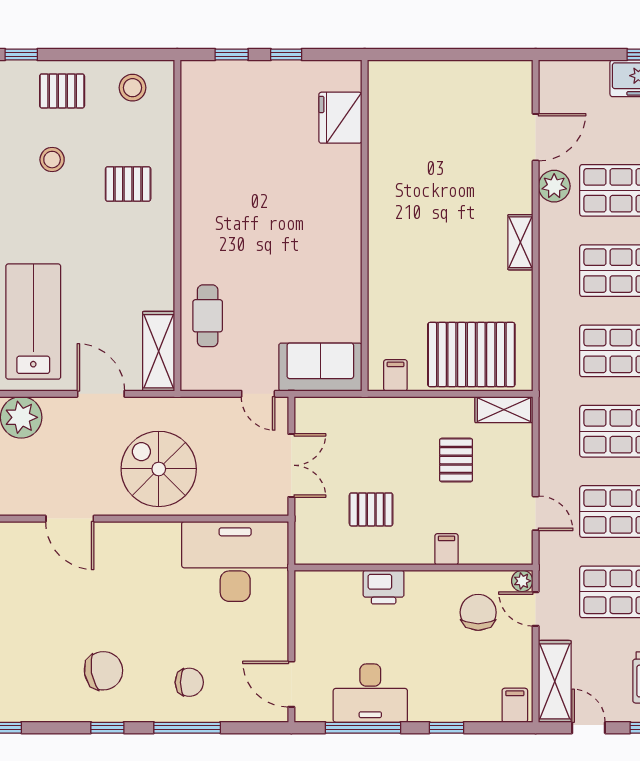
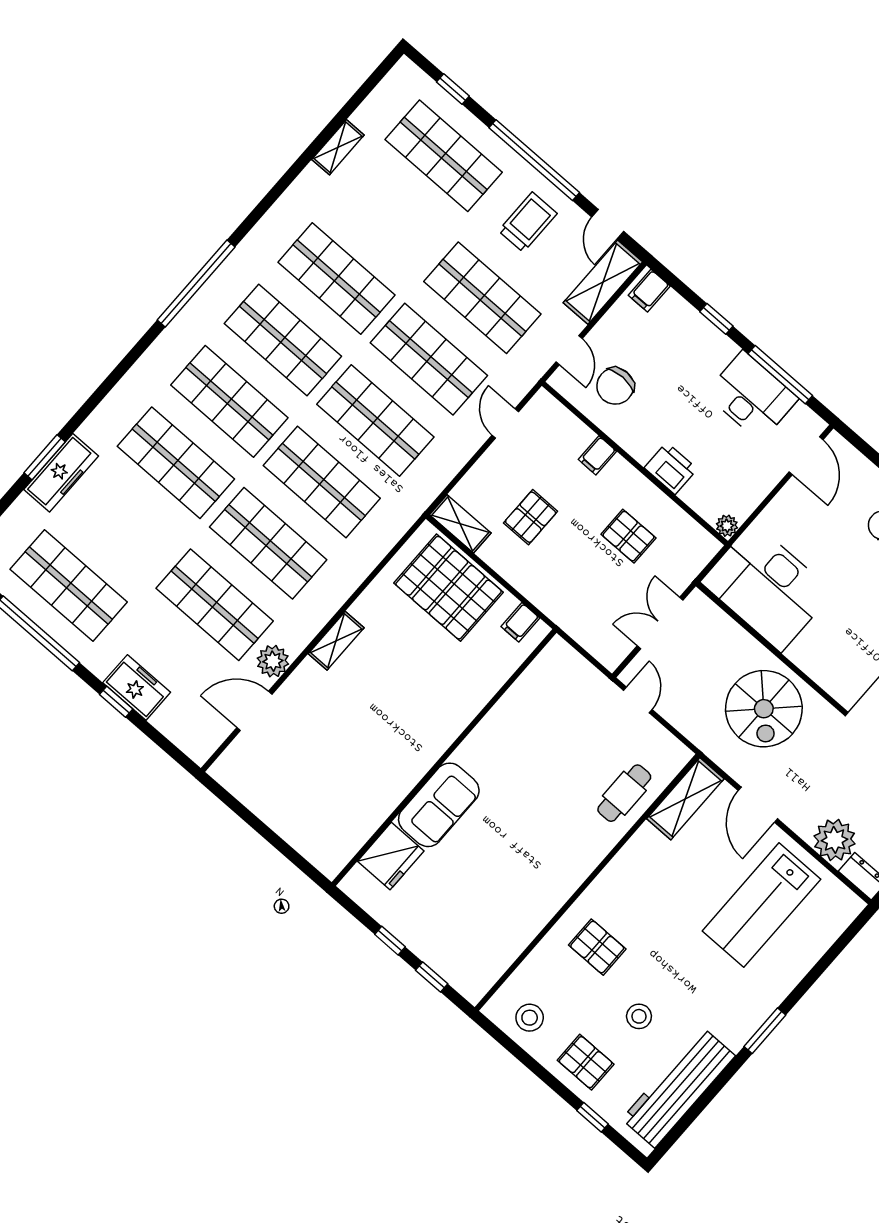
sofa: (320, 367) -> (439, 805), moved, turned -90
plant: (522, 581) -> (727, 526), moved

